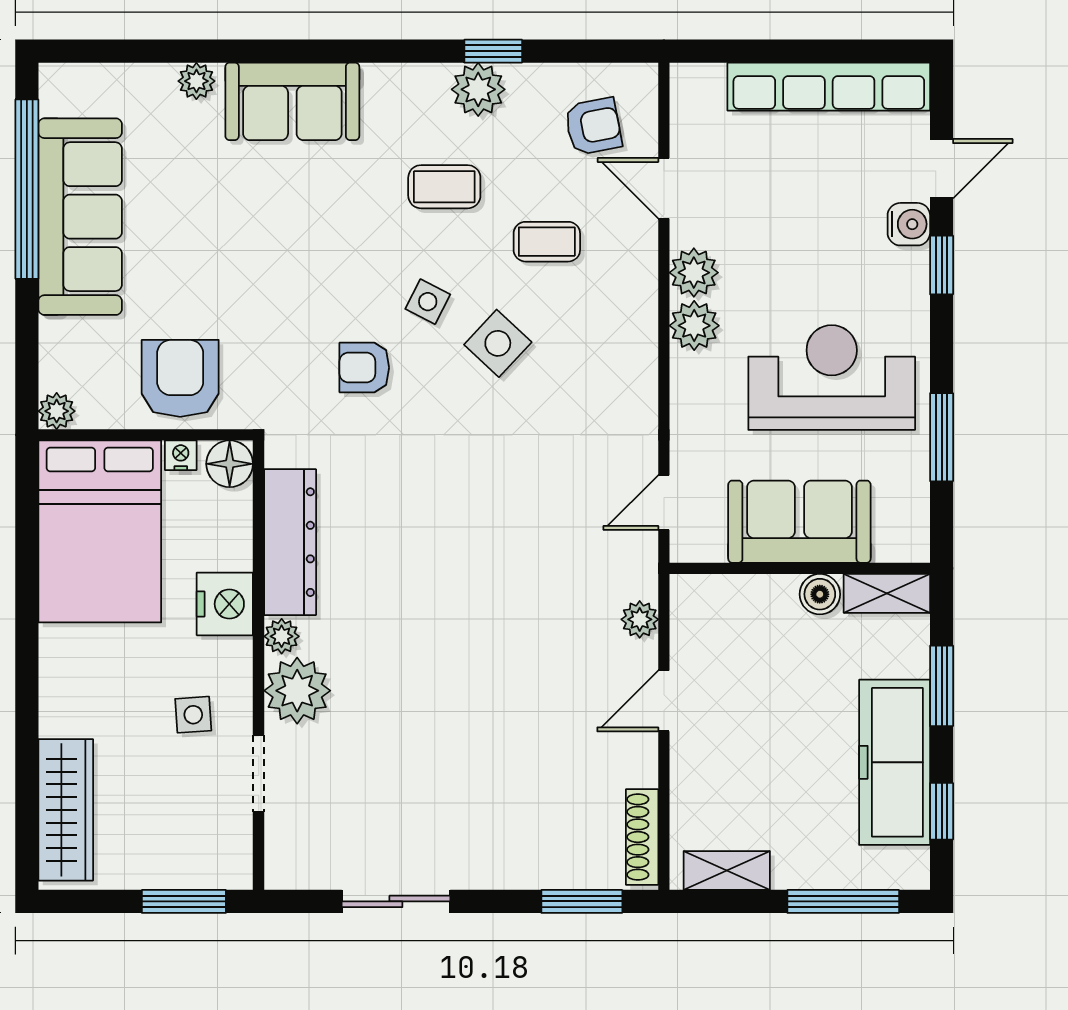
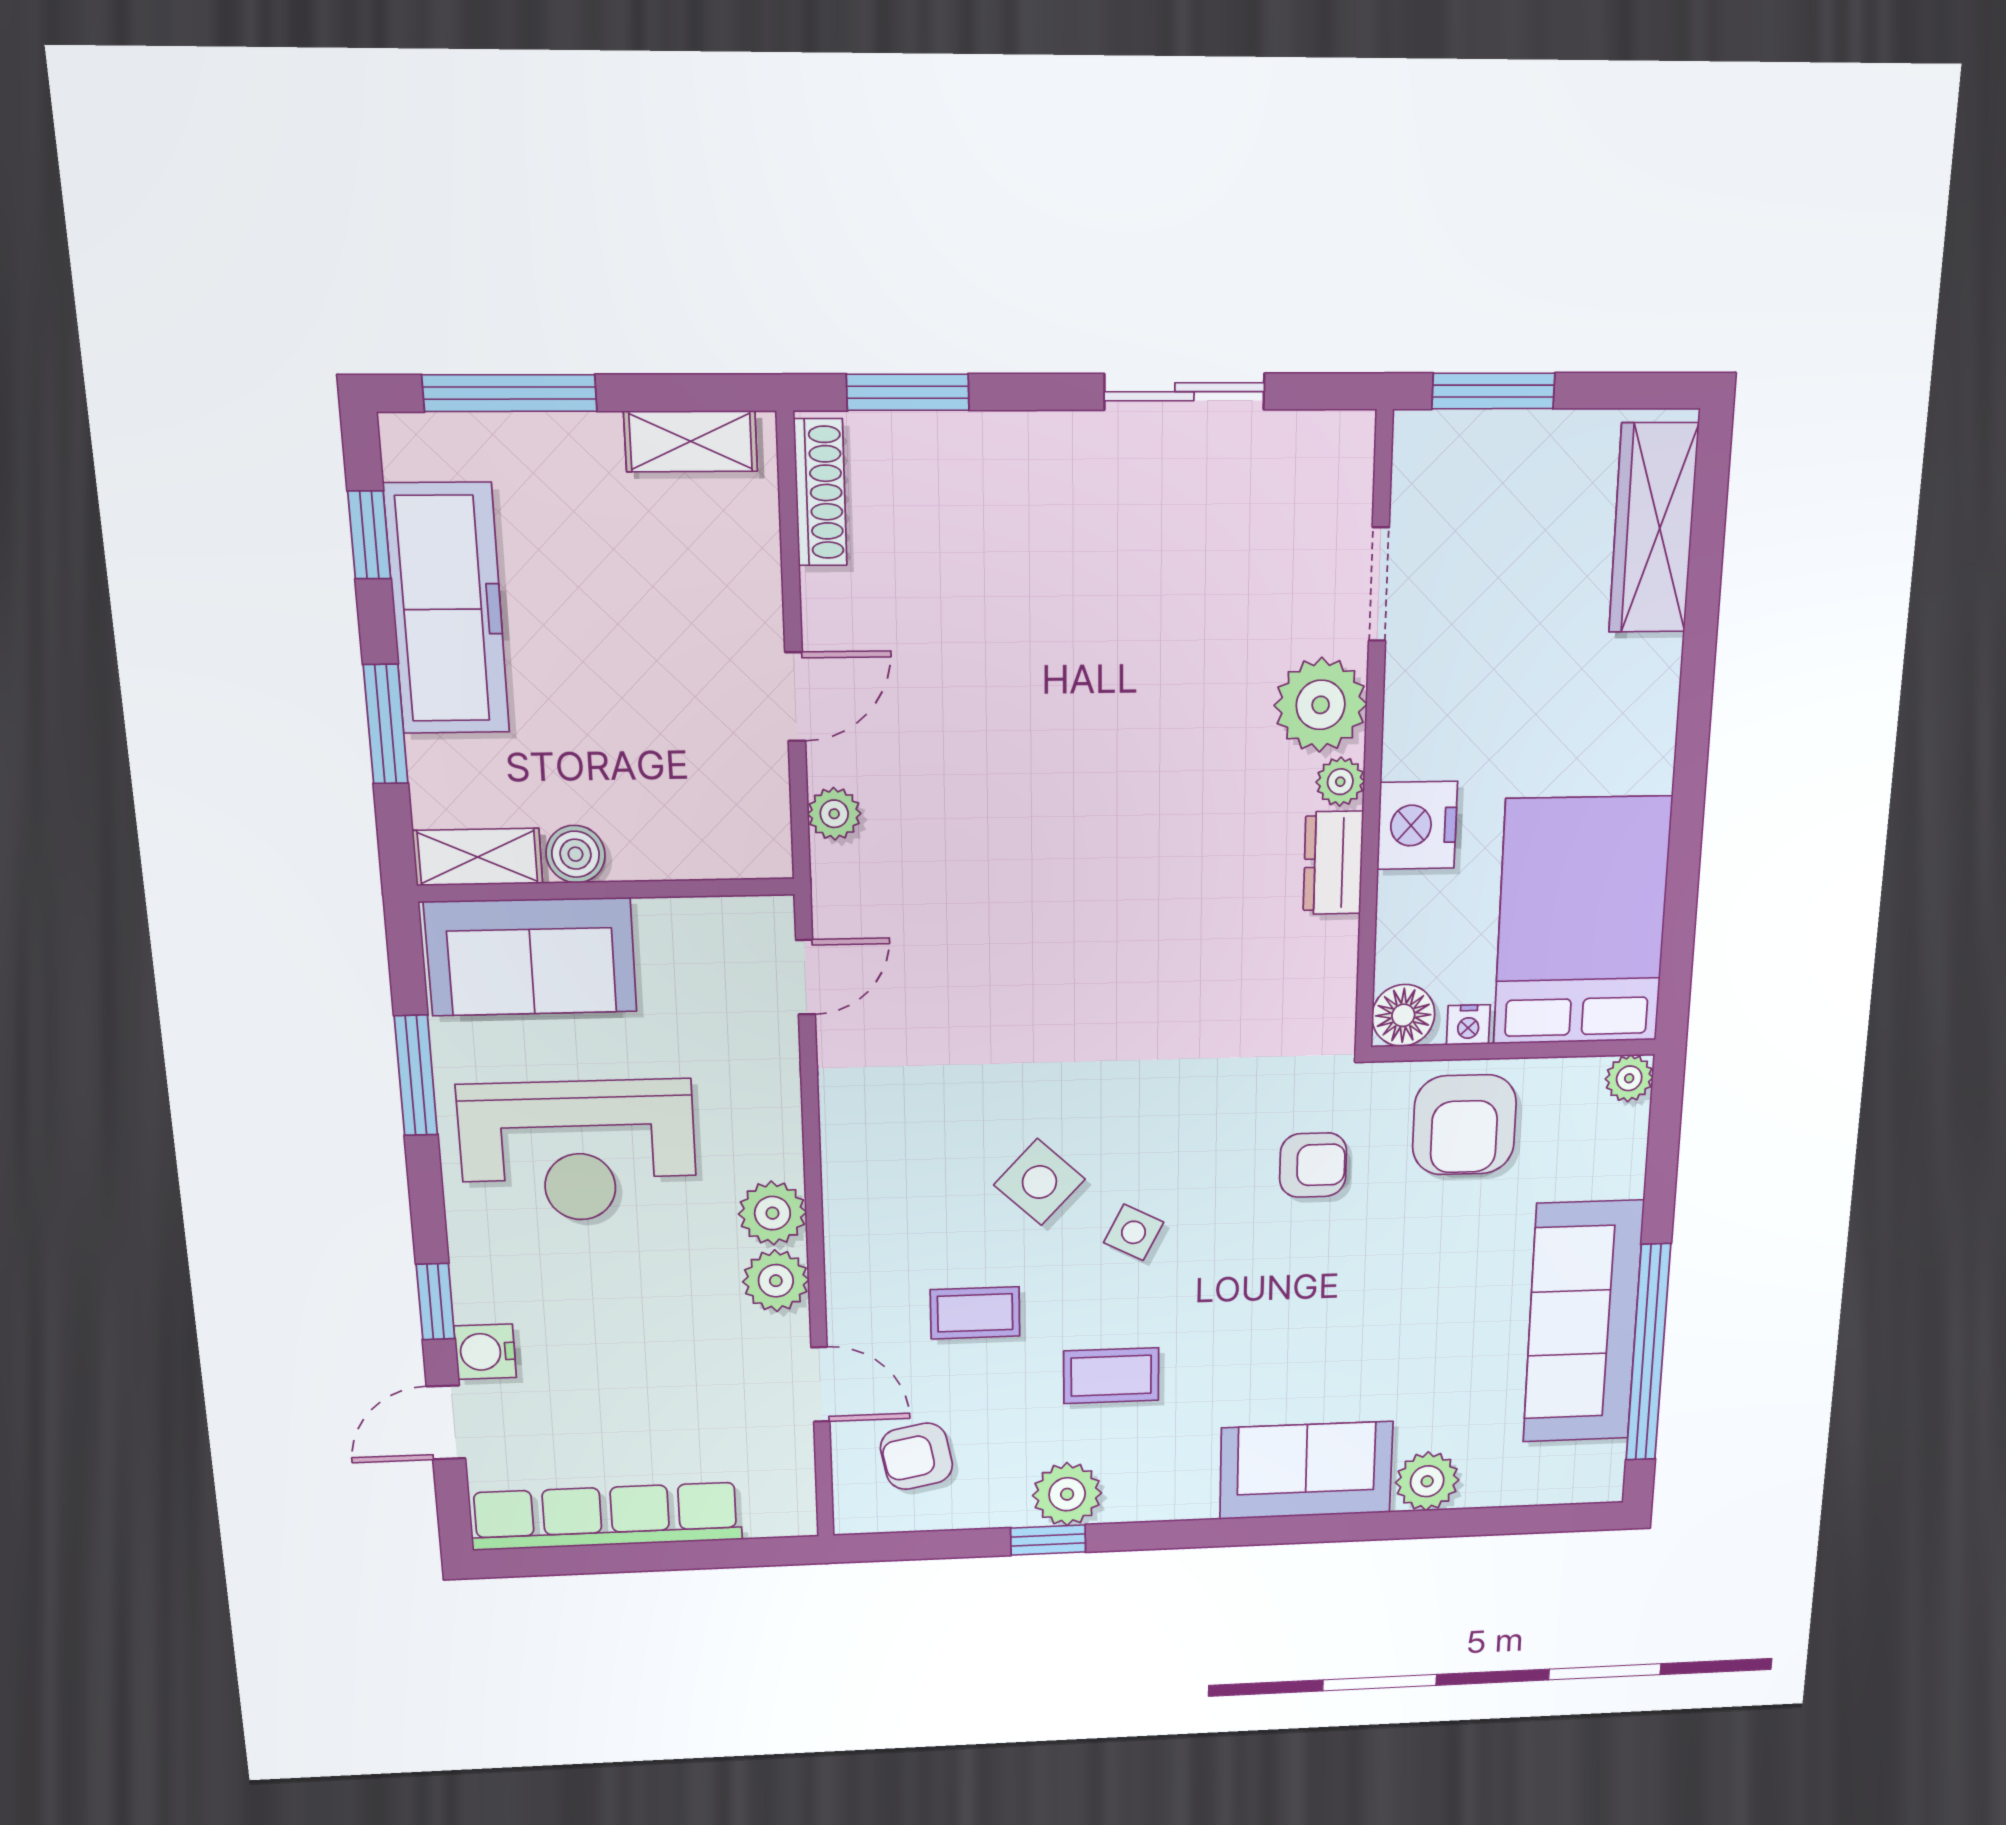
plant: (196, 81) -> (1427, 1481), width x1.38, depth x1.38
armchair: (364, 368) -> (1313, 1165), moved
sofa: (799, 522) -> (531, 957), moved
dresser: (290, 542) -> (1333, 863), width x0.51, depth x0.80
side table: (193, 715) -> (1468, 668), removed

